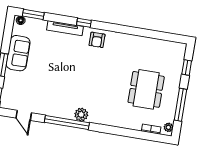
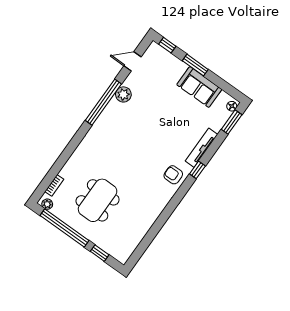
dining table: (146, 89) -> (98, 200), turned 90
window: (181, 105) -> (64, 228), width x1.46
plant: (81, 114) -> (123, 94), moved

